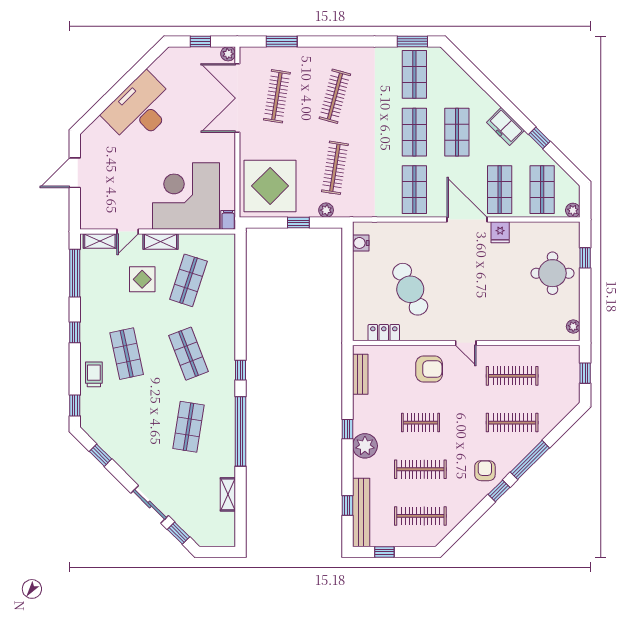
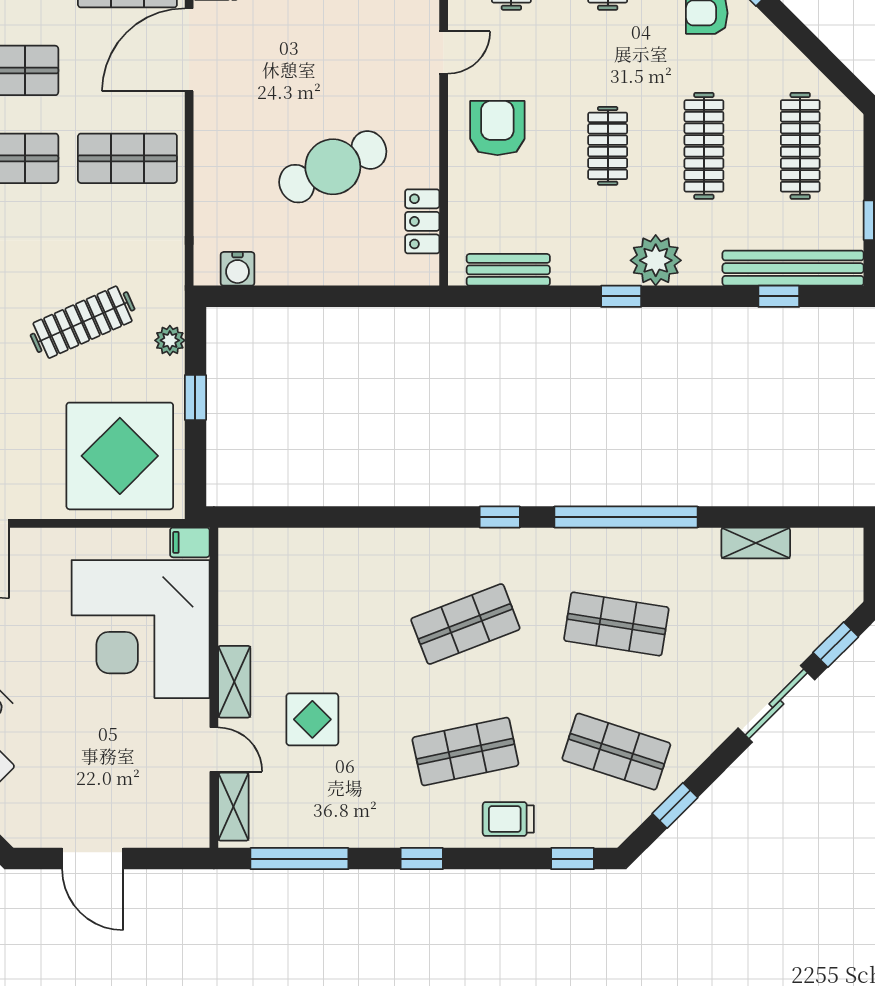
clothes rail: (335, 168) -> (83, 322), turned -33
shop shelf: (188, 280) -> (616, 752), moved

